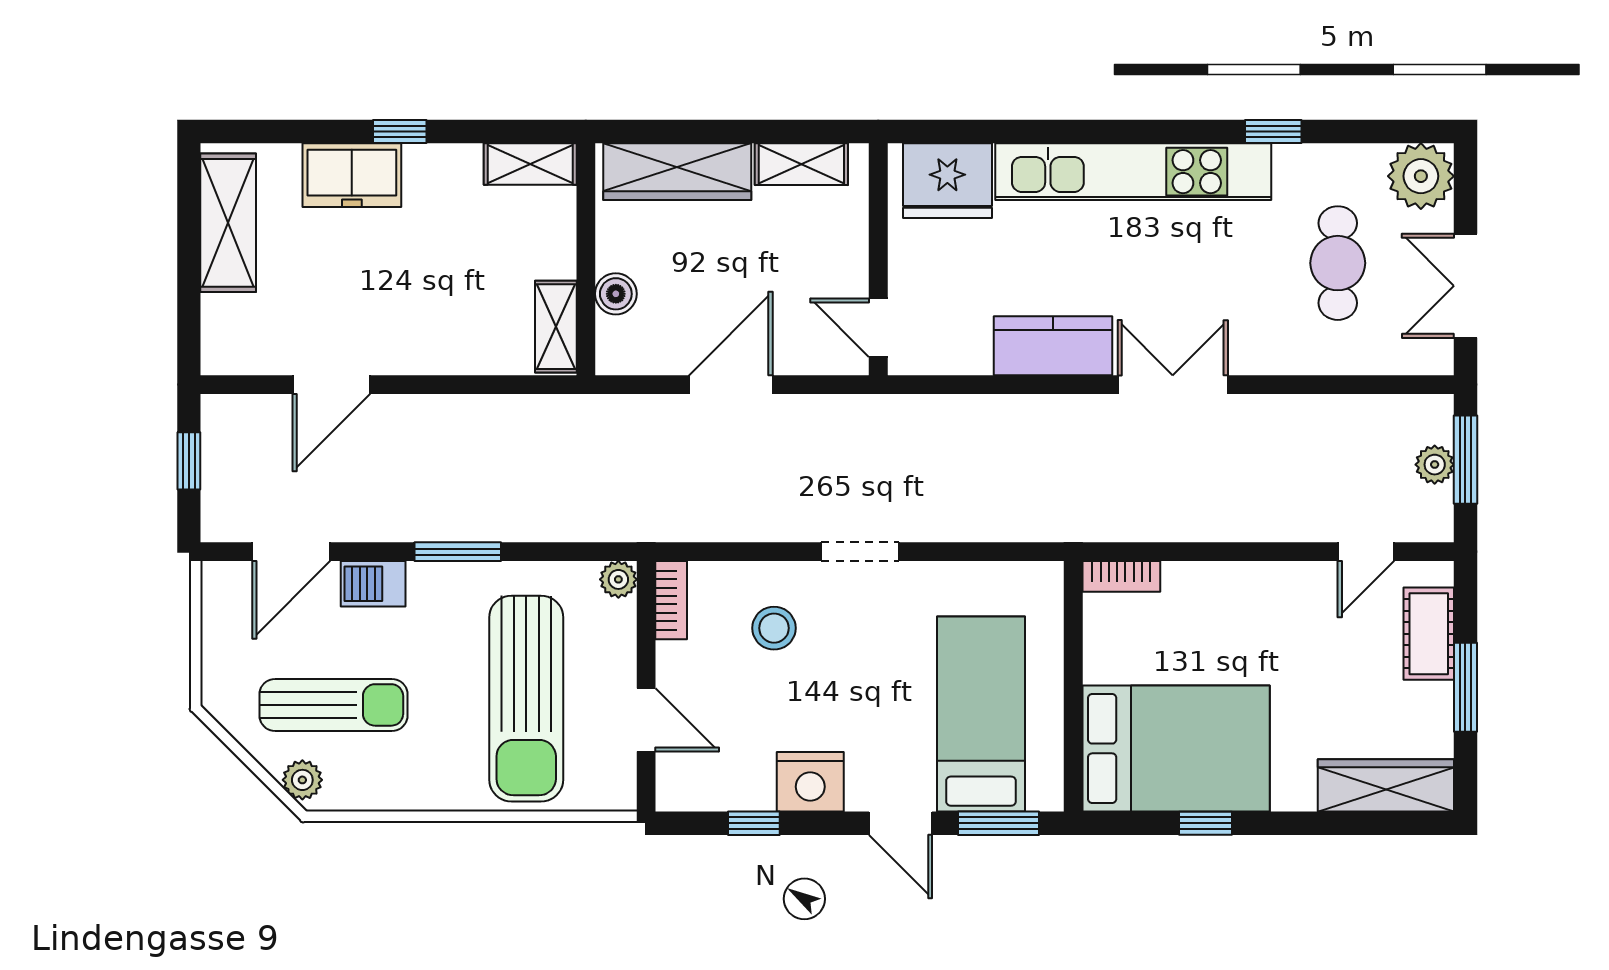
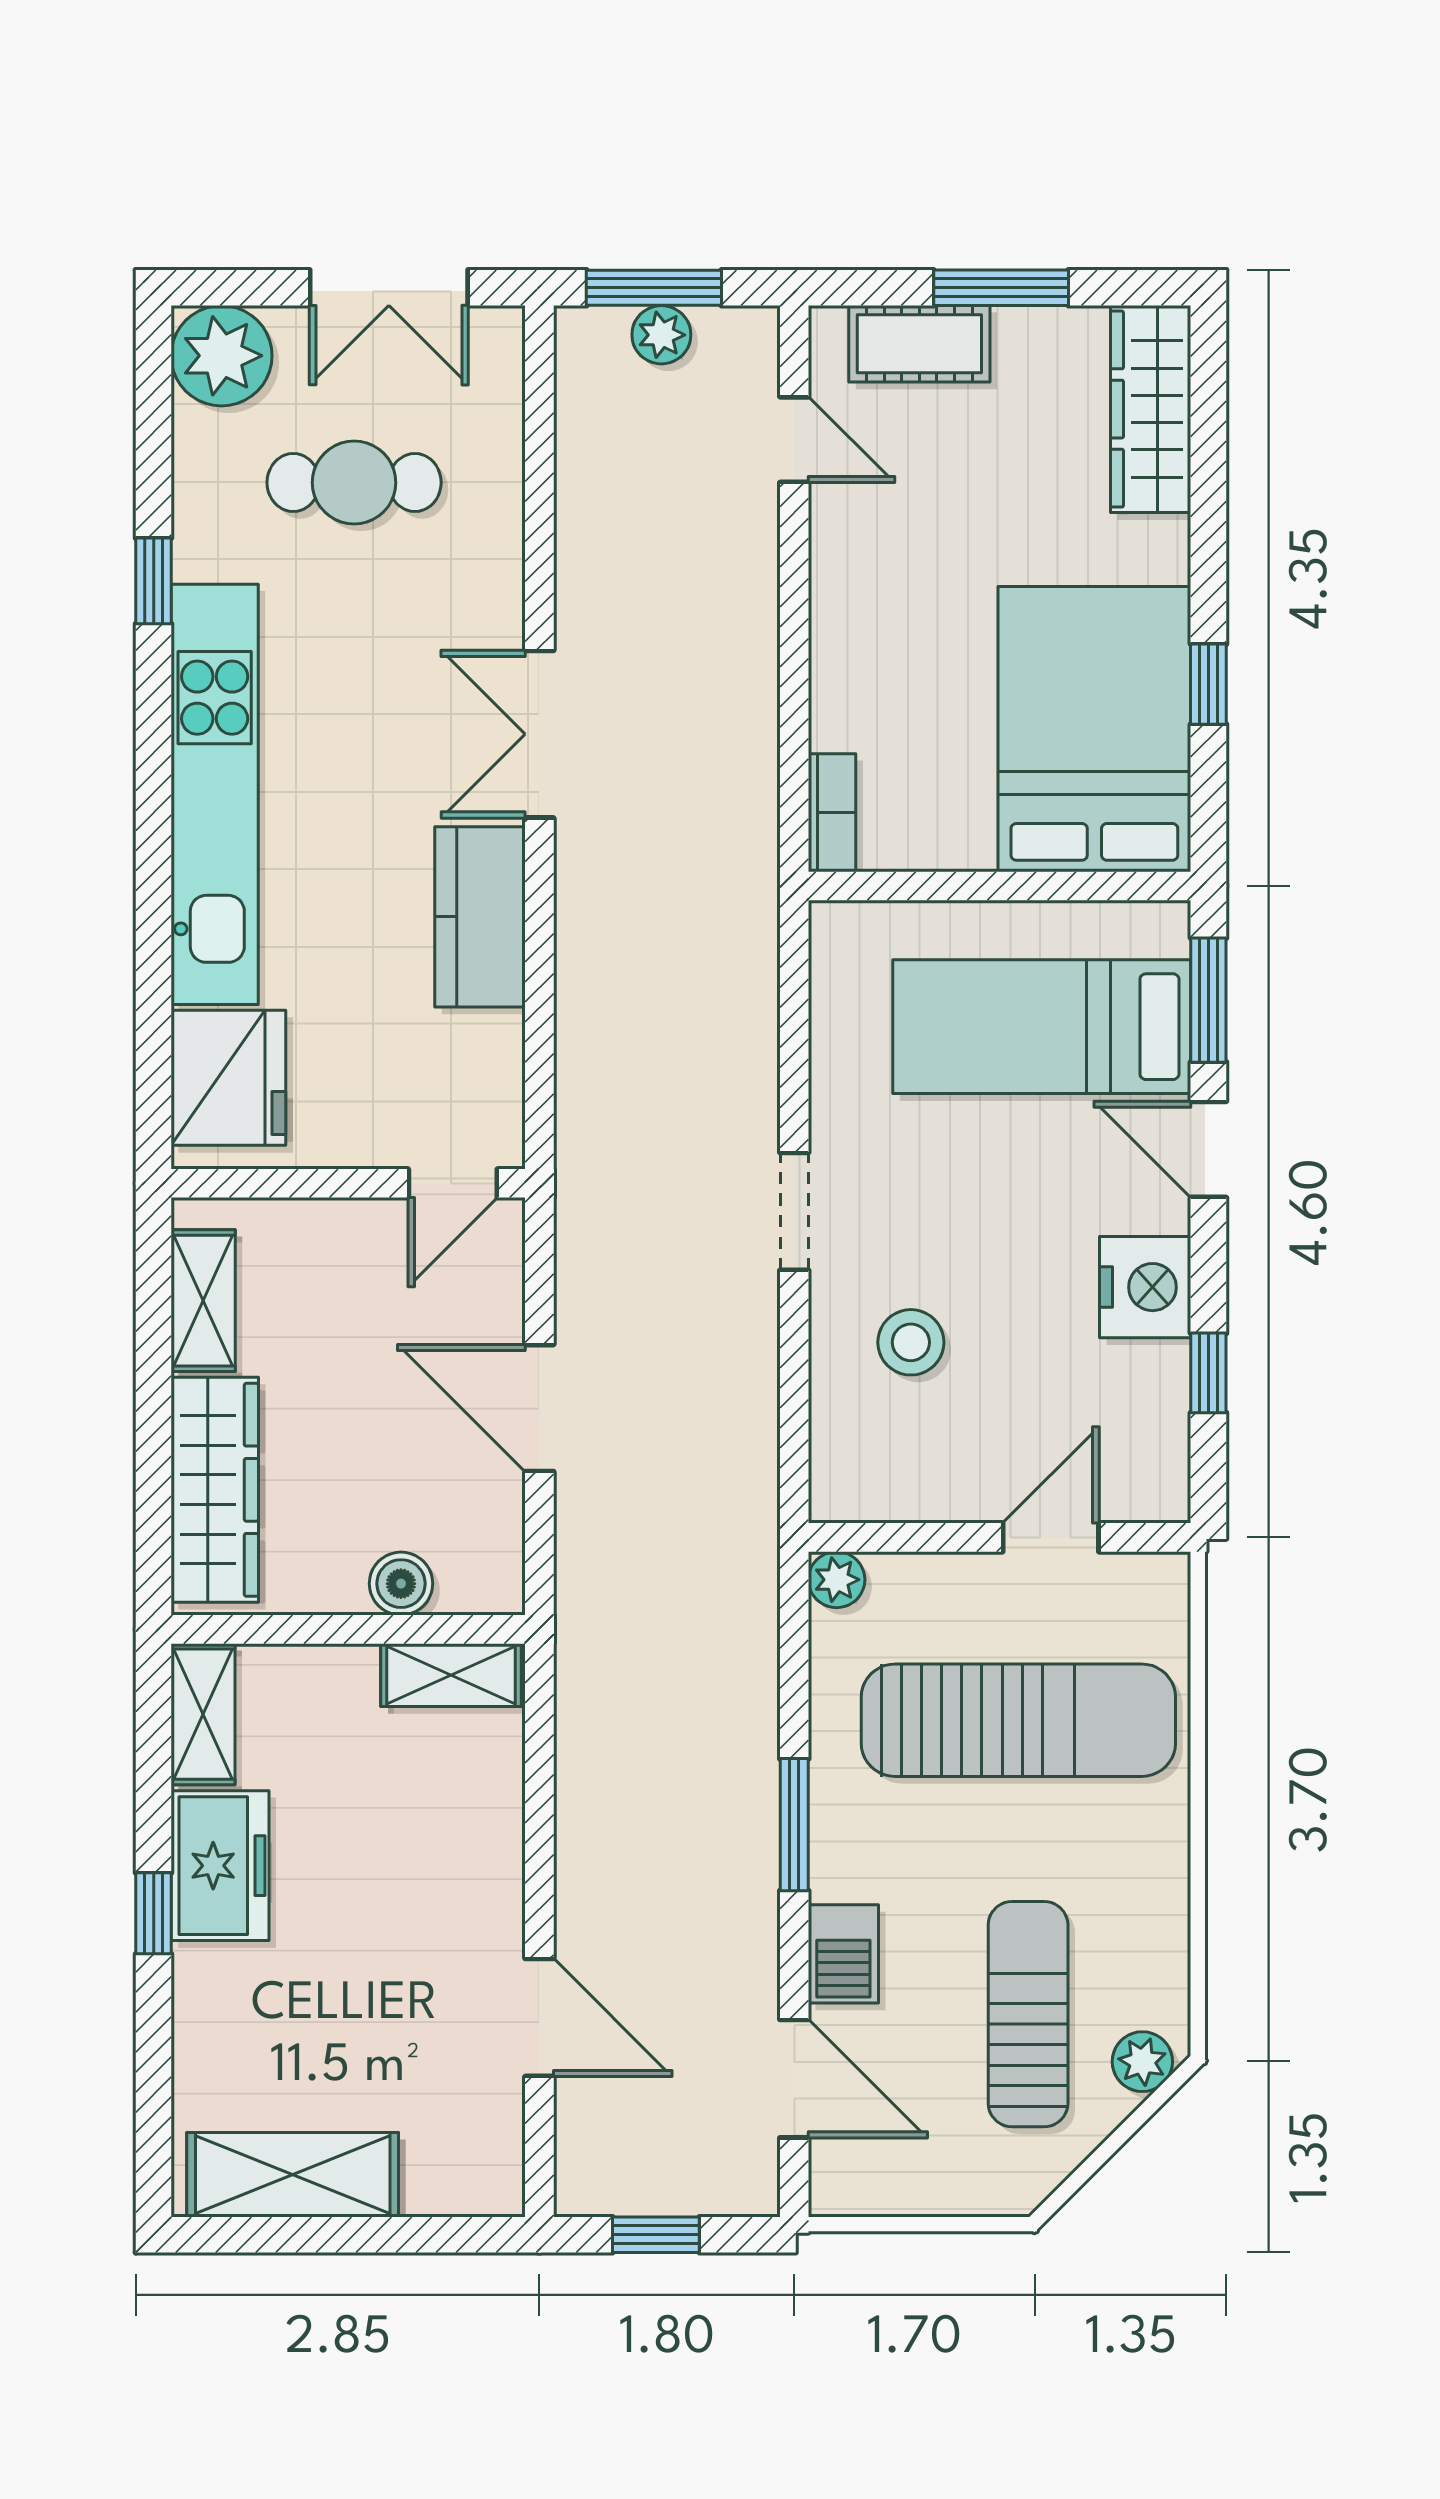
freezer: (352, 175) -> (220, 1866), moved
bookcase: (671, 600) -> (868, 1499), removed
door: (901, 823) -> (1208, 1149), swing flipped

